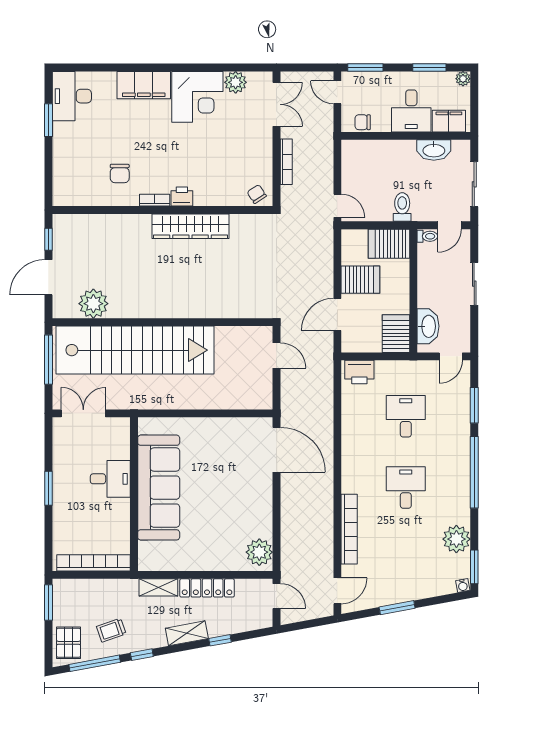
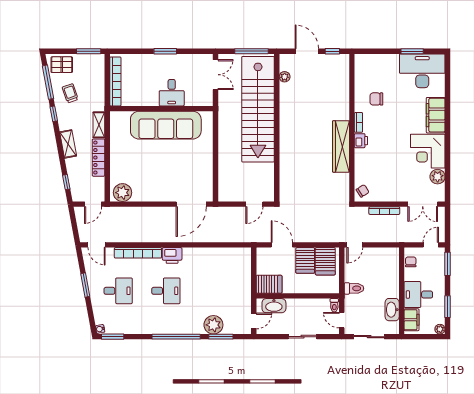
desk: (72, 96) -> (422, 71), width x1.36, depth x1.30
server rack: (389, 244) -> (325, 261), moved, turned 180
plant: (93, 304) -> (285, 77), width x0.53, depth x0.53
door: (451, 356) -> (254, 321), swing flipped
printer: (359, 372) -> (172, 255), moved, turned -90
desk: (406, 416) -> (118, 291), moved
plant: (456, 539) -> (213, 325), moved
window: (220, 640) -> (66, 182), moved

